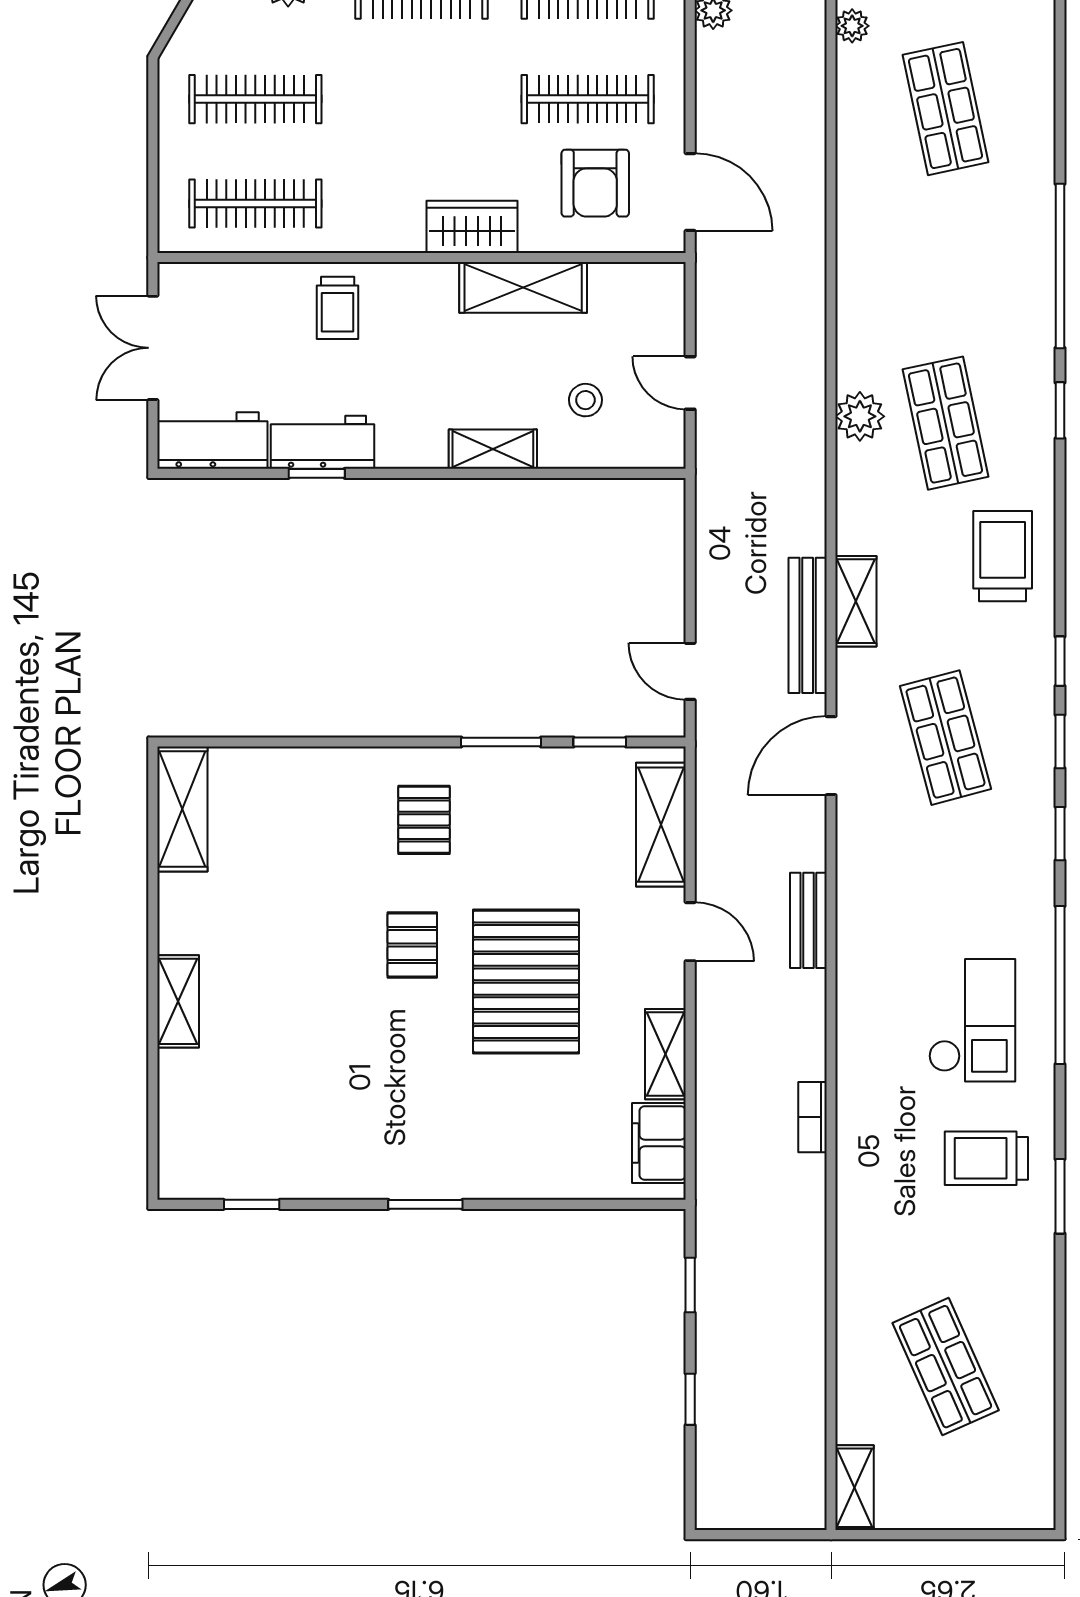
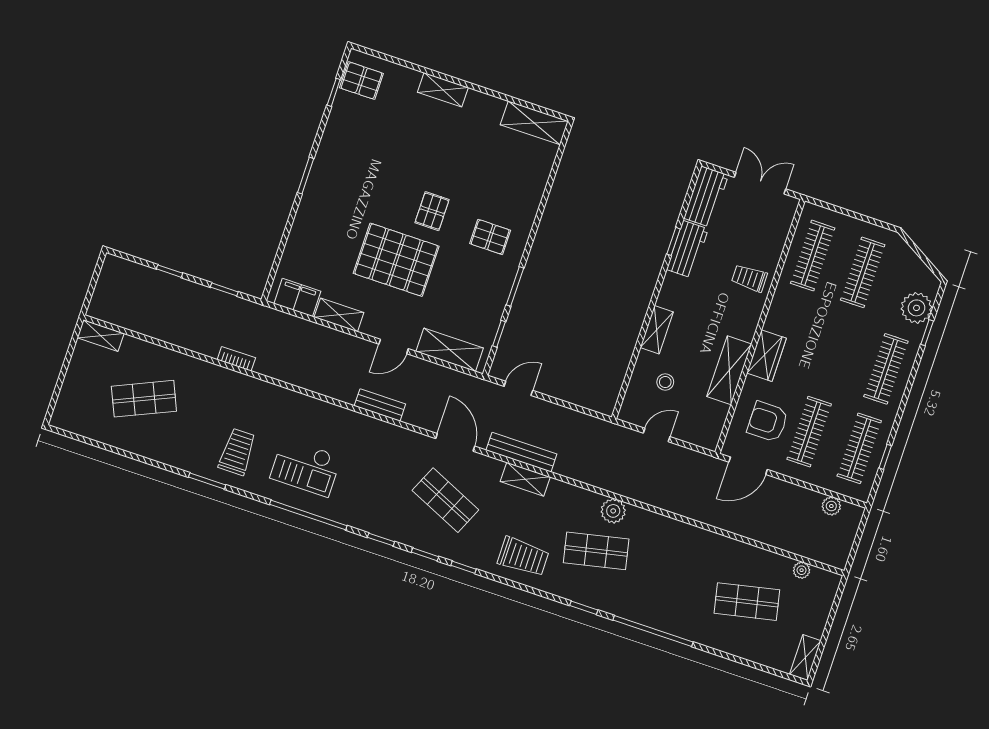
shop shelf: (946, 738) -> (445, 500), turned 39
pallet: (412, 945) -> (432, 211), turned 90
bookcase: (813, 1117) -> (236, 359), moved
pallet: (212, 1160) -> (361, 81), added

